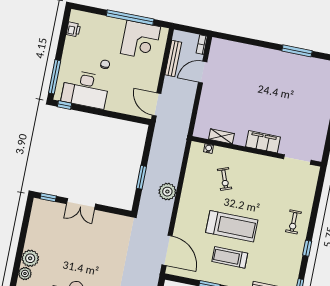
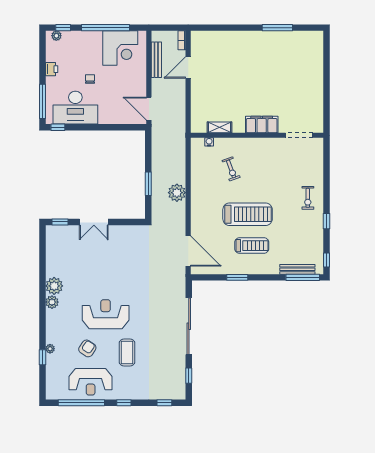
window: (89, 9) -> (63, 28), added
plant: (81, 16) -> (56, 36), added
printer: (73, 29) -> (52, 69), moved
treadmill: (230, 257) -> (252, 246), turned 180

